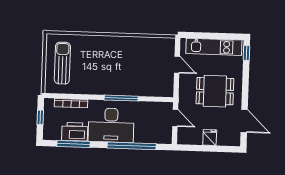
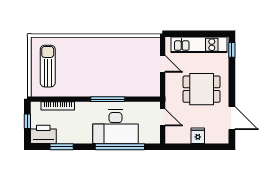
desk: (111, 125) -> (116, 127), moved
printer: (75, 132) -> (43, 134), moved
window: (74, 144) -> (62, 147), width x0.69

